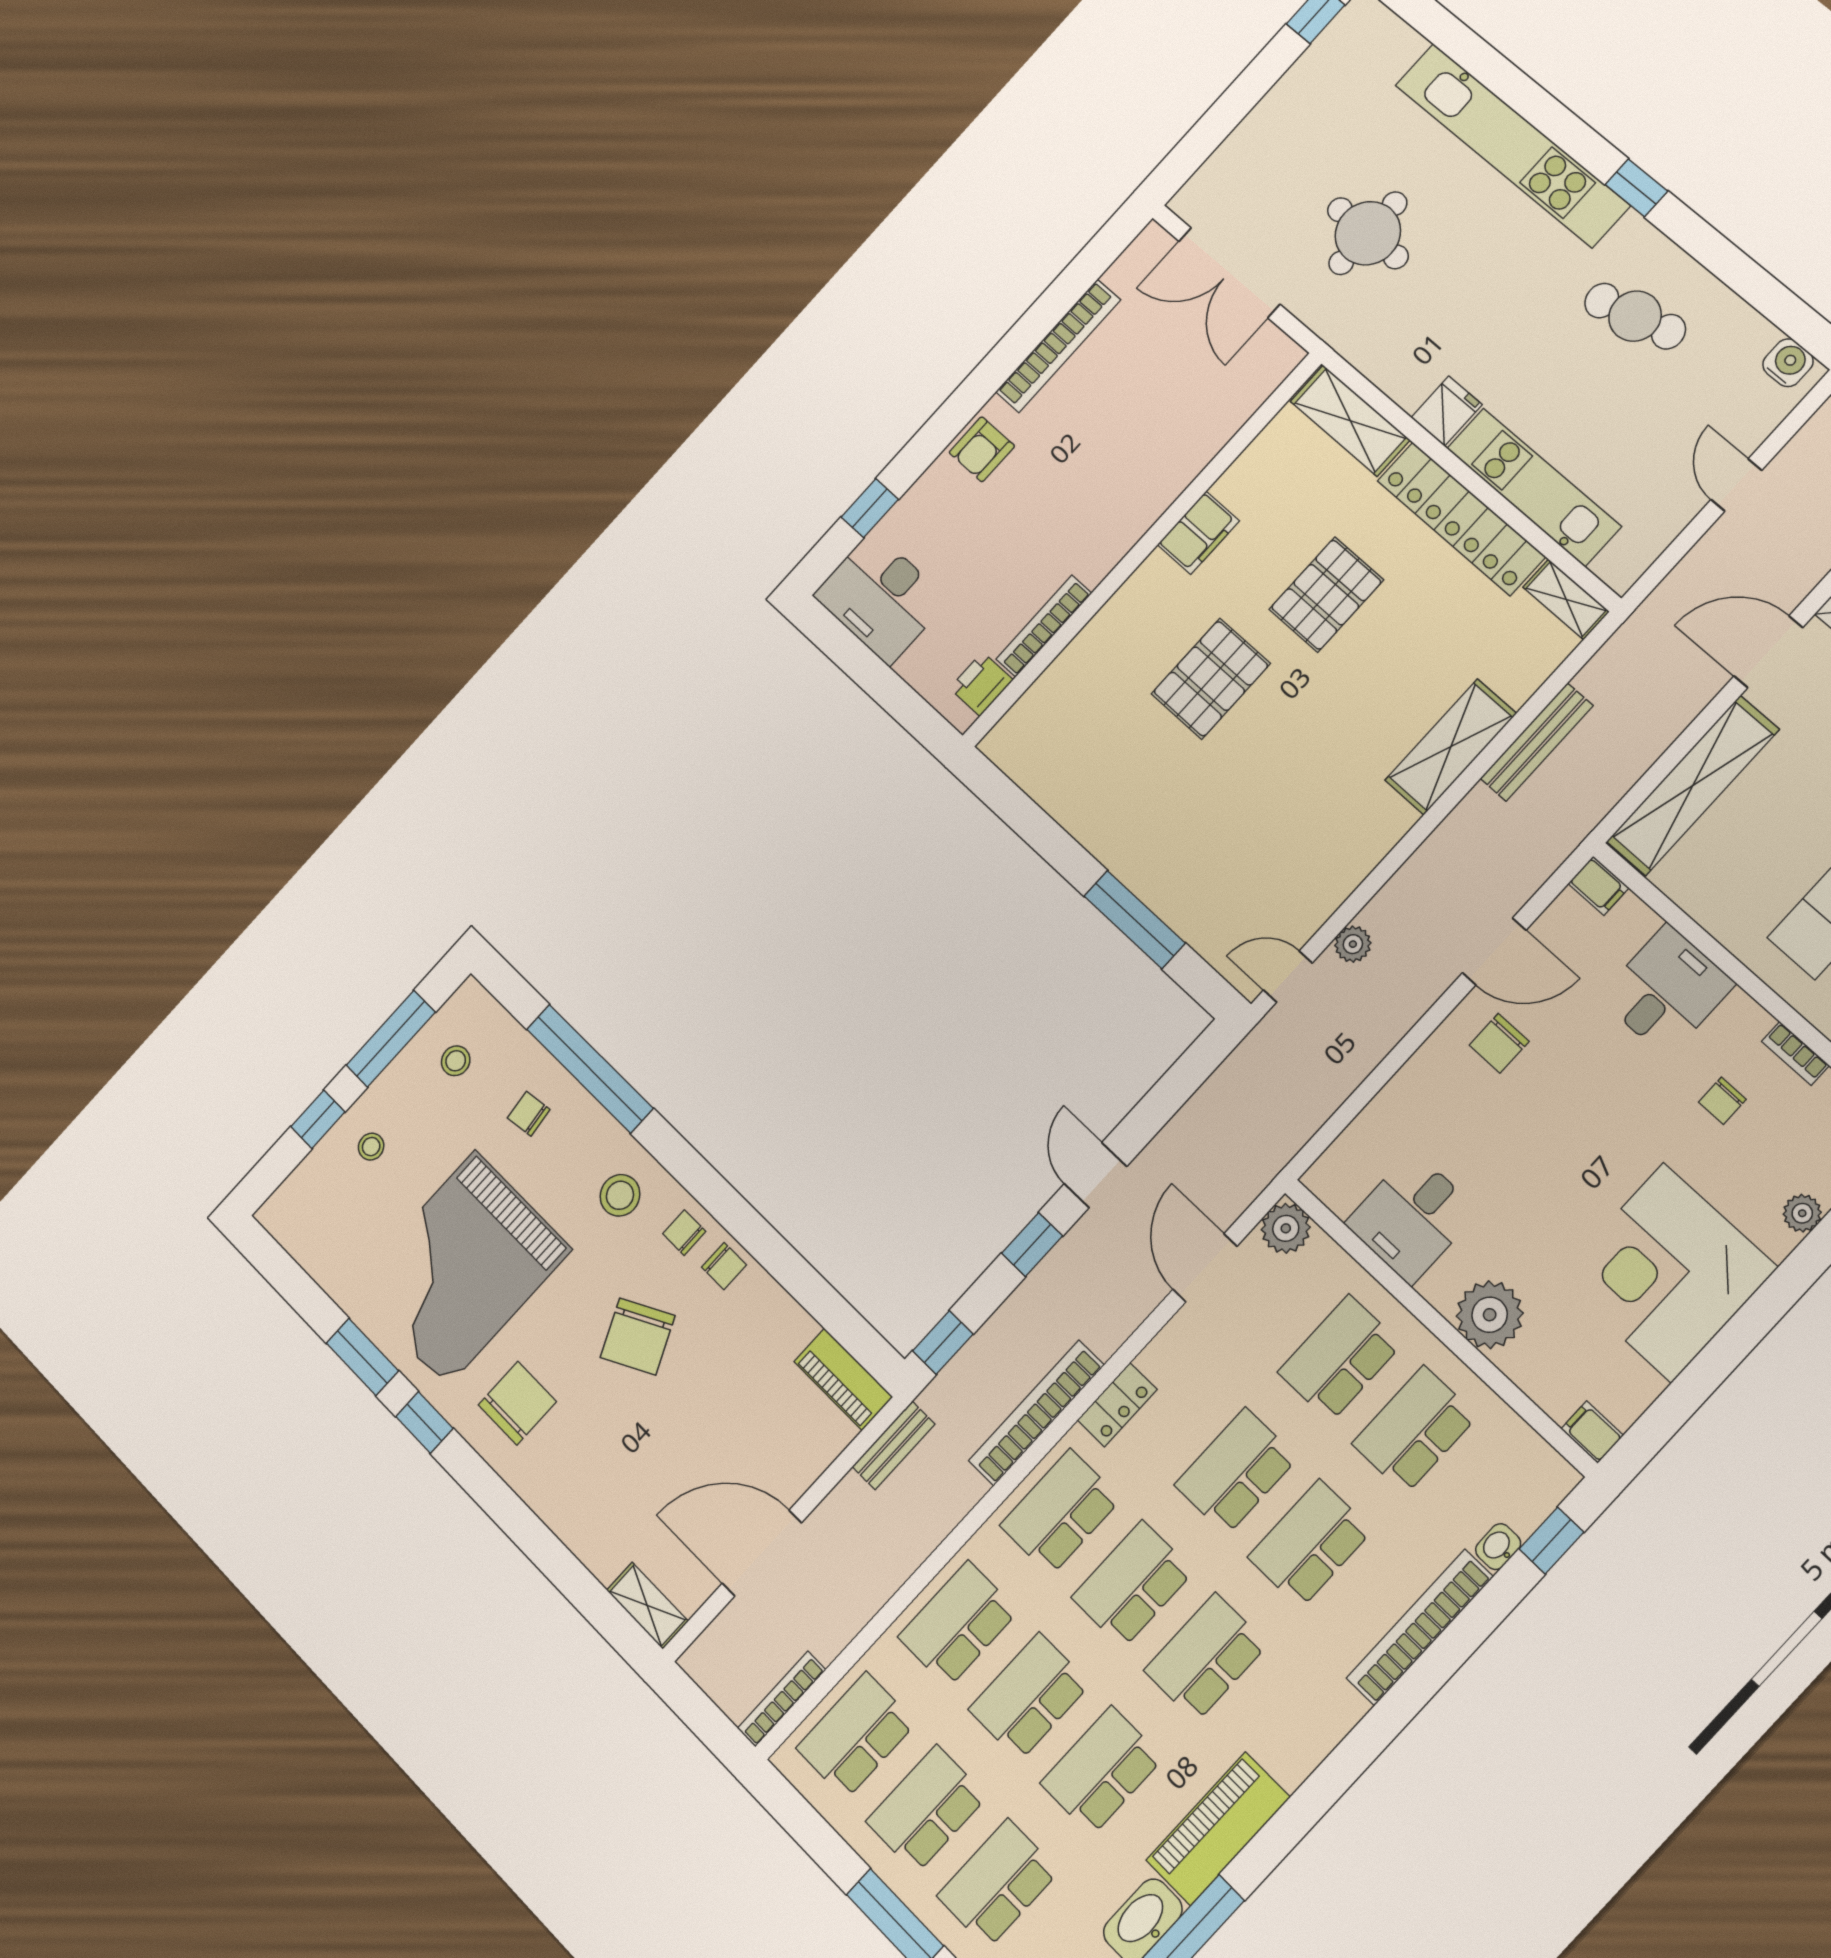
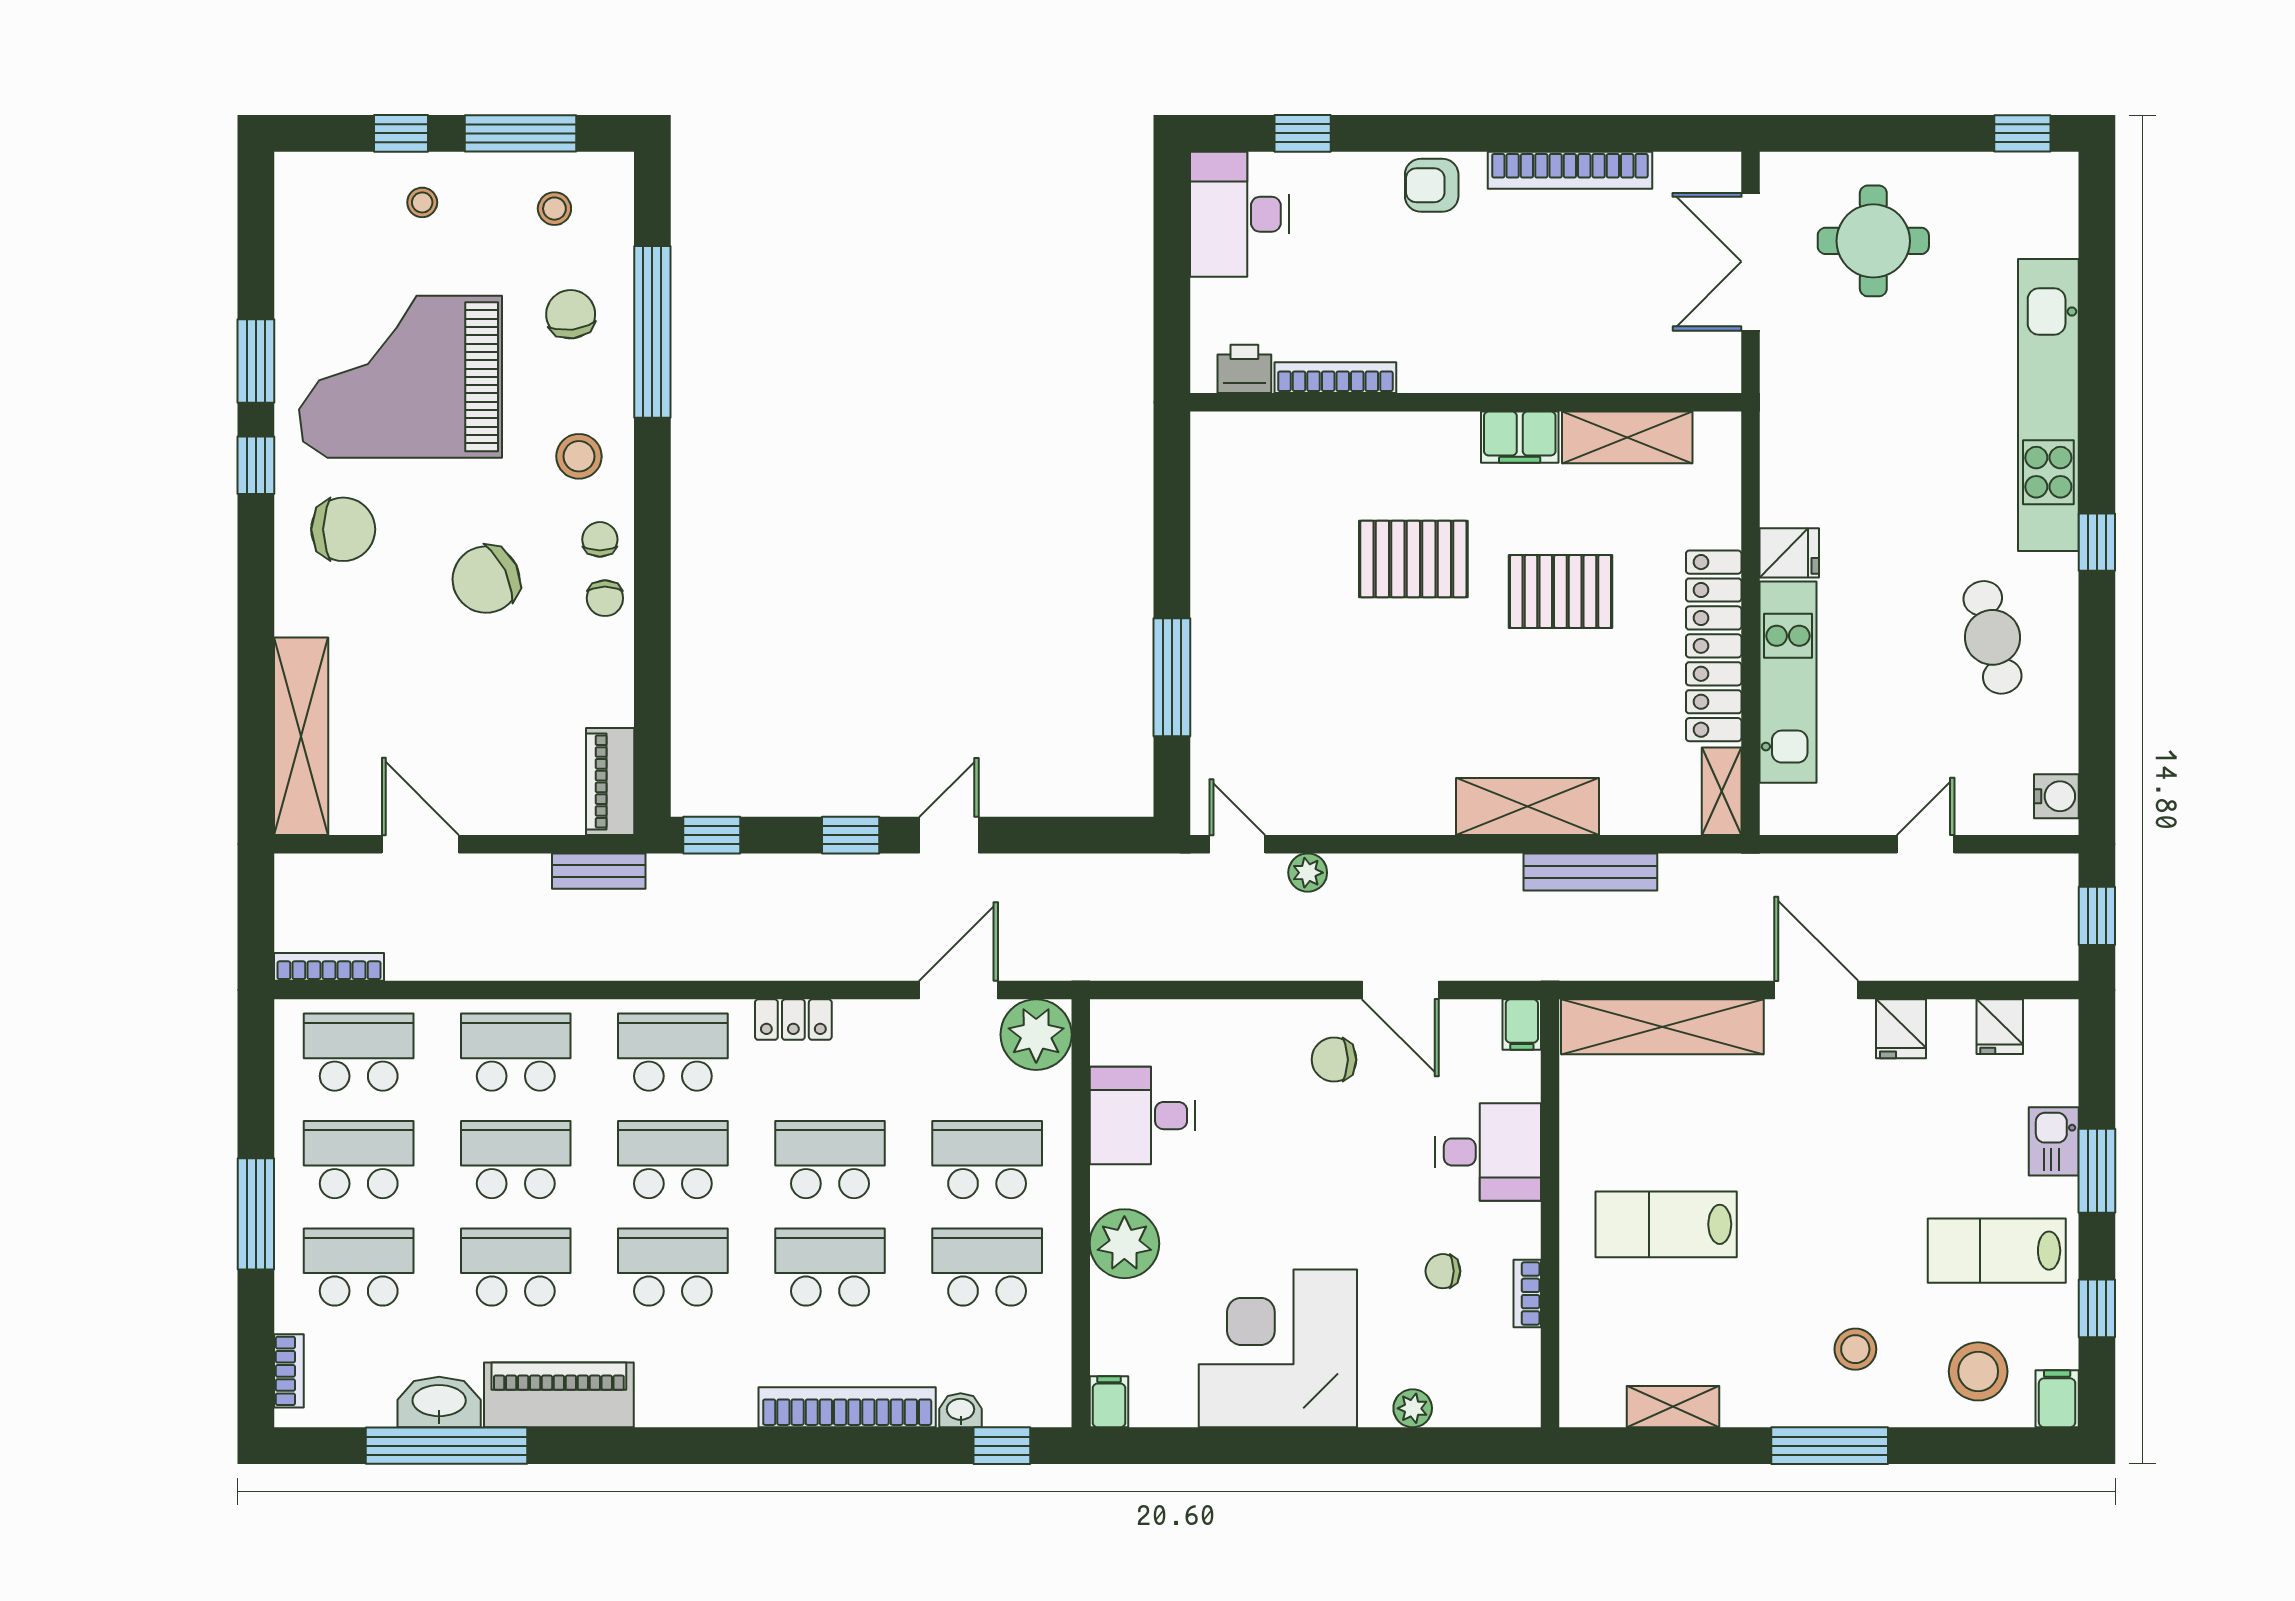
round table: (1368, 233) -> (1873, 241), moved
shelving: (1350, 421) -> (1627, 437), moved, turned 90
chair: (529, 1114) -> (571, 314), width x1.37, depth x1.37
plant: (1286, 1228) -> (1036, 1035), width x1.36, depth x1.36
bookcase: (1036, 1413) -> (728, 962), removed
door: (762, 1553) -> (420, 844), width x0.73
shelving: (647, 1606) -> (301, 736), width x2.20, depth x1.33

